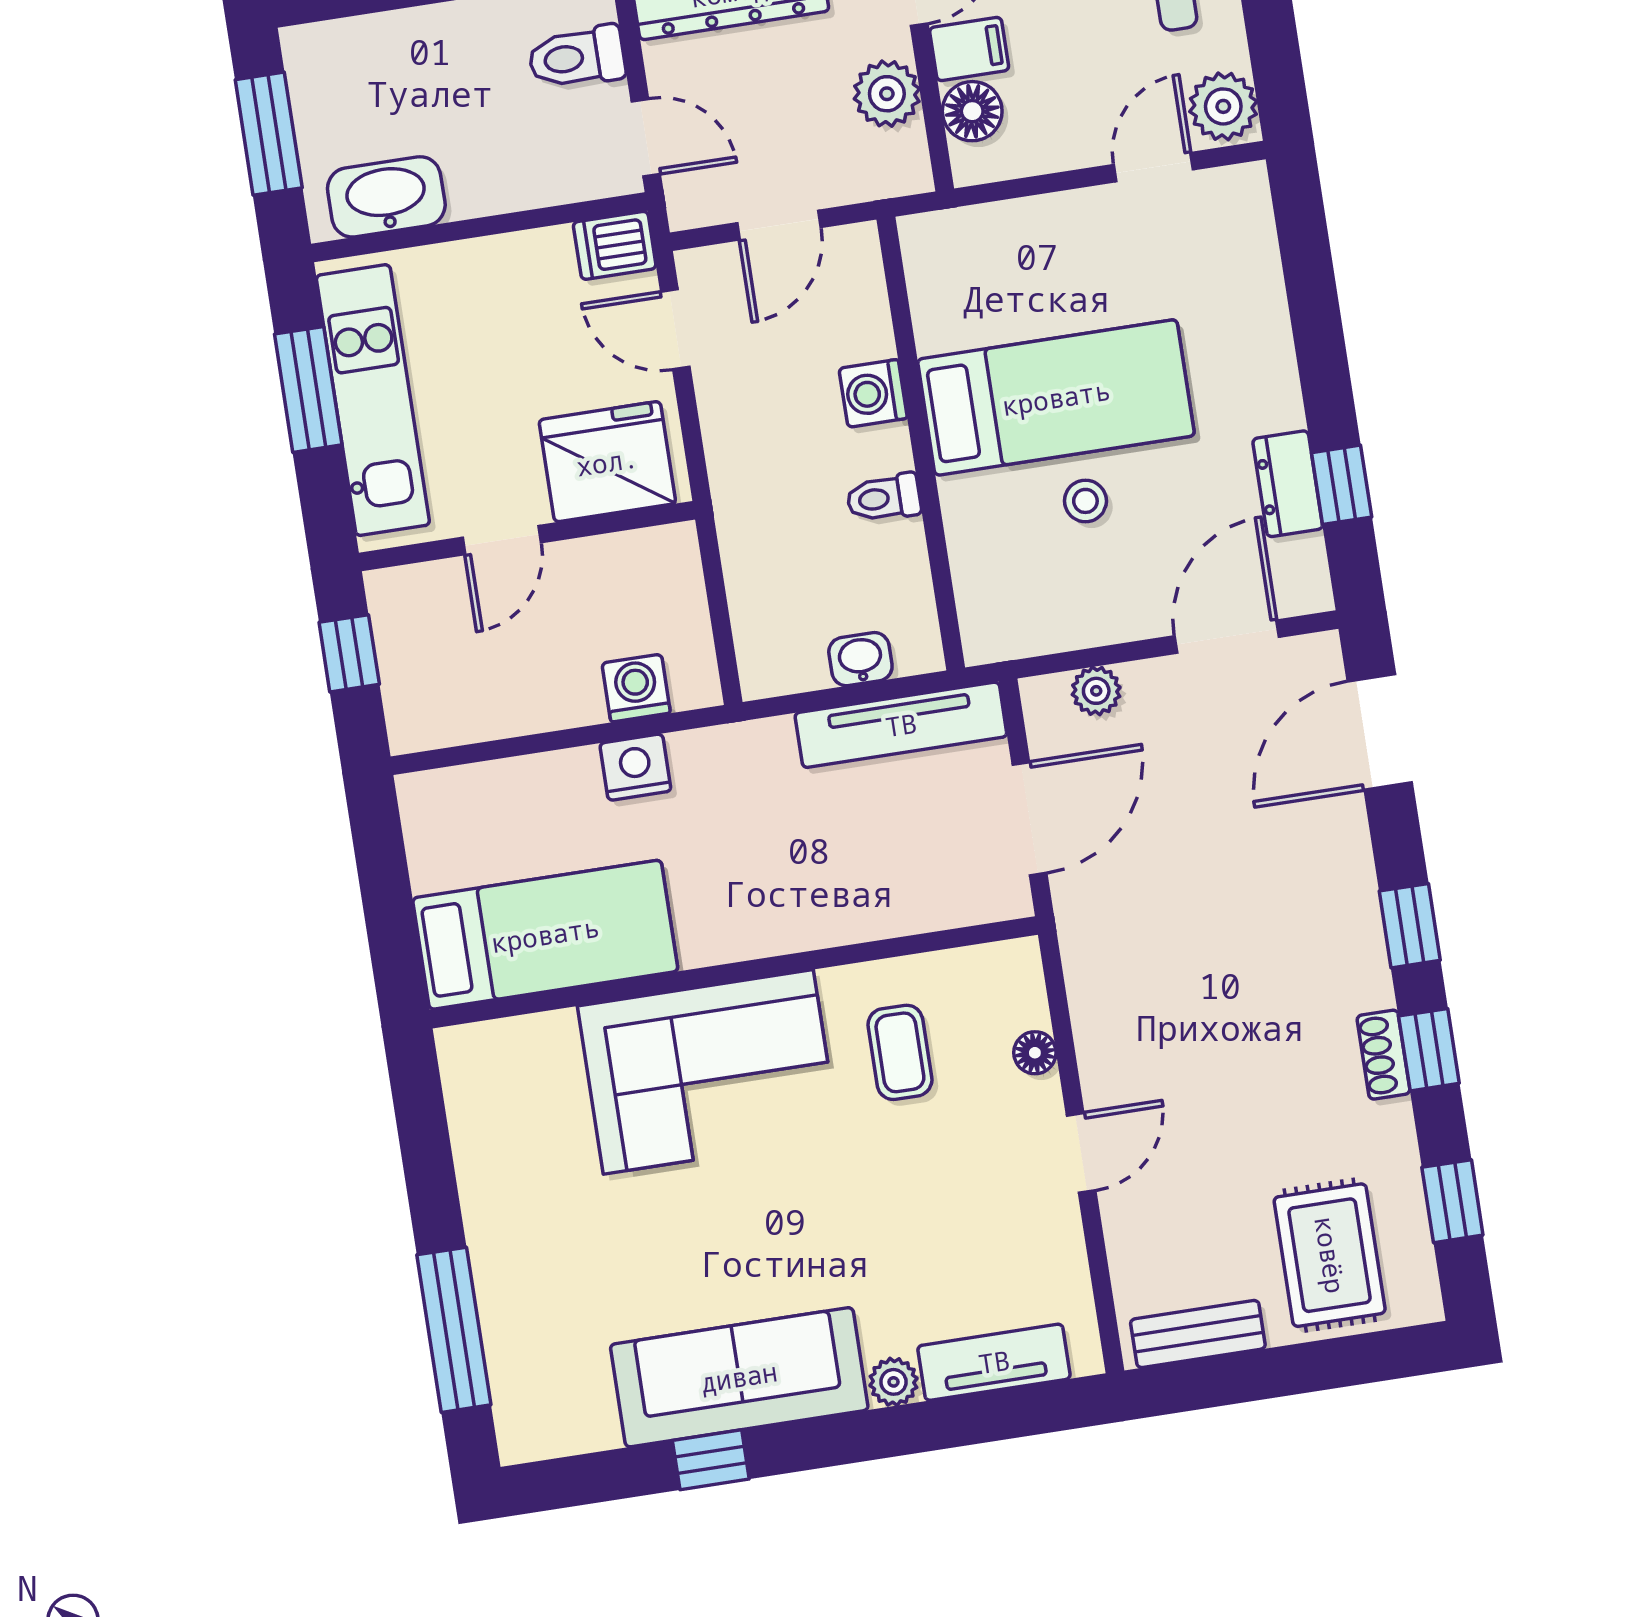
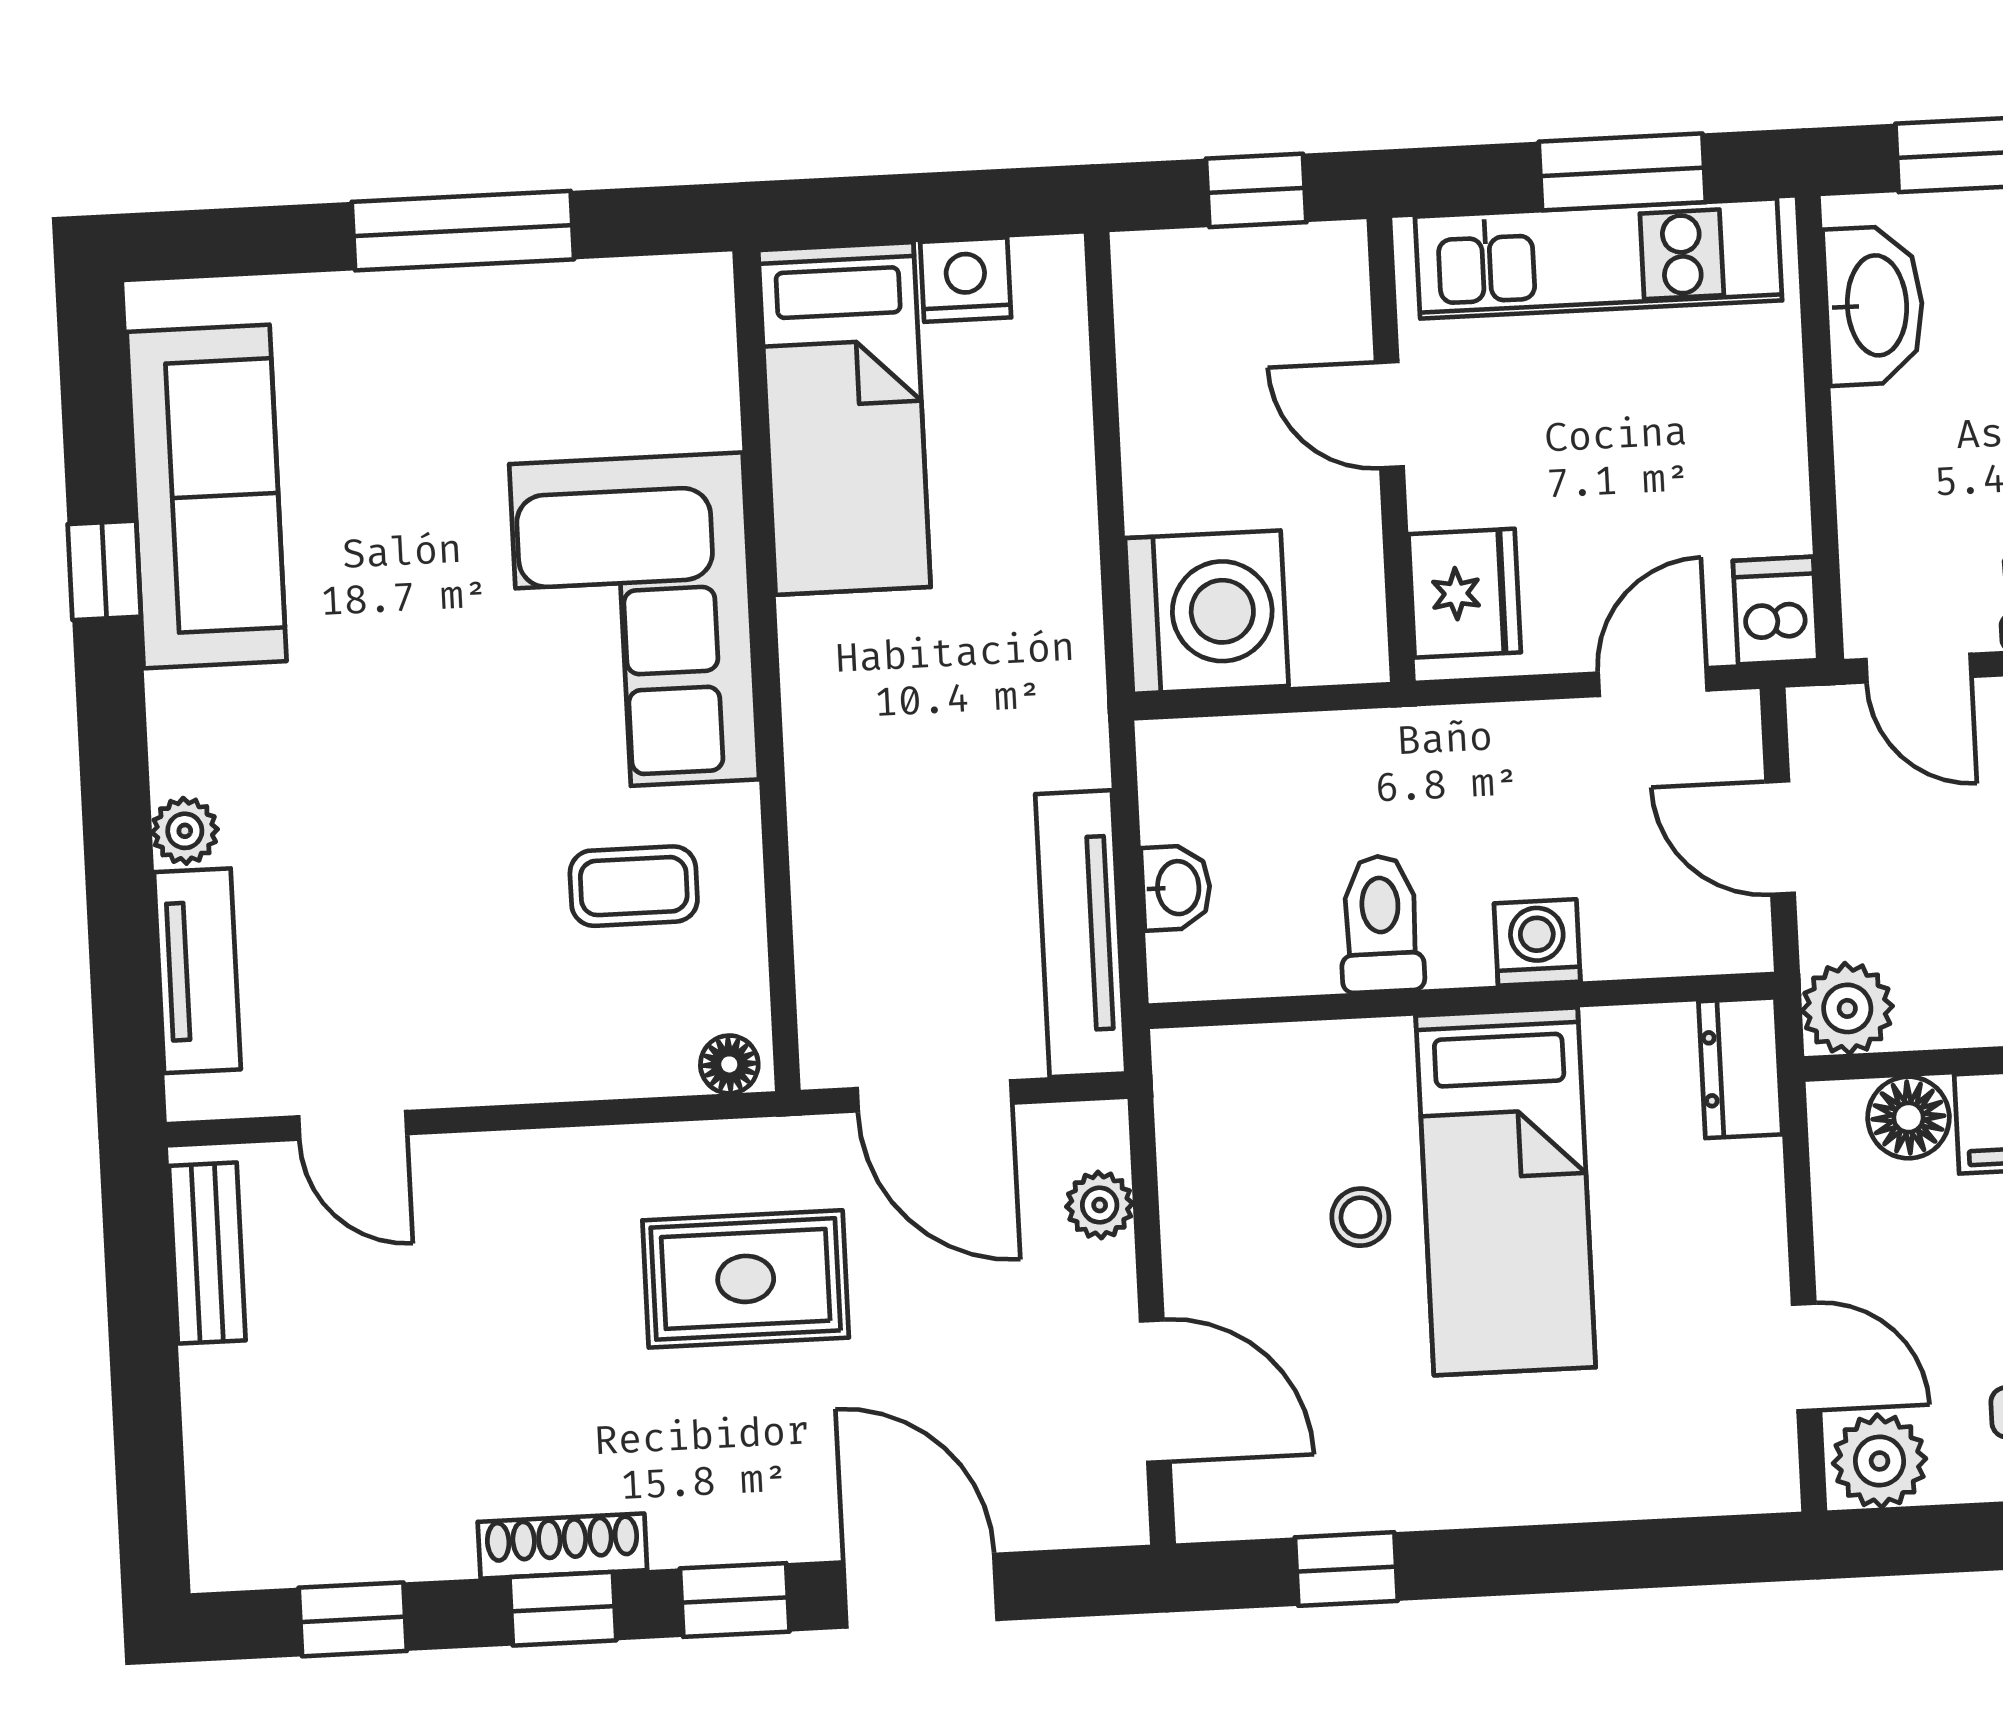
plant: (887, 94) -> (1847, 1008), moved
door: (646, 138) -> (1918, 668), hinge flipped
fridge: (607, 462) -> (1465, 593), width x0.73, depth x0.75
dresser: (1288, 484) -> (1740, 1068), moved, turned -90
toilet: (884, 498) -> (1381, 924), width x1.37, depth x1.39
washing machine: (636, 688) -> (1207, 612), width x1.89, depth x1.89
door: (1380, 732) -> (920, 1591), moved
nightstand: (635, 767) -> (966, 280), moved, turned -90
floor lamp: (1035, 1053) -> (729, 1064), moved
shoe rack: (1384, 1055) -> (562, 1546), width x1.43
door: (1081, 1153) -> (353, 1125), moved
rug: (1330, 1255) -> (746, 1279), moved
window: (454, 1330) -> (463, 231), moved
sofa: (739, 1377) -> (207, 496), moved

